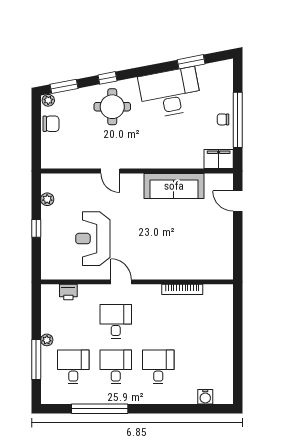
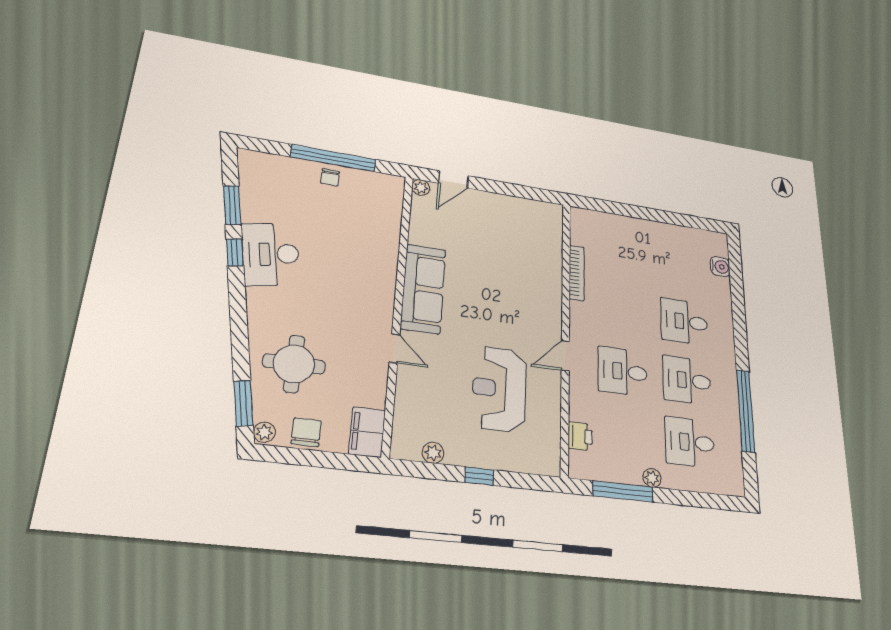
window: (108, 78) -> (235, 252), moved
desk: (170, 93) -> (271, 254), width x0.73, depth x0.77
round table: (112, 107) -> (294, 364), moved
filing cabinet: (219, 159) -> (367, 432), moved
door: (110, 171) -> (395, 348), hinge flipped
plant: (227, 179) -> (421, 188), added
sofa: (174, 186) -> (423, 289), moved
reception desk: (93, 239) -> (499, 389), turned 90
window: (36, 360) -> (623, 491), moved

